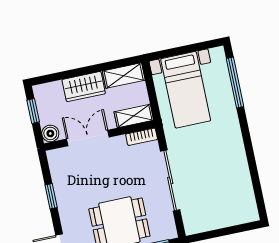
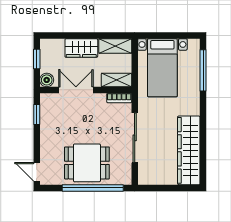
wardrobe: (238, 182) -> (189, 150), added
window: (51, 196) -> (37, 115), moved

